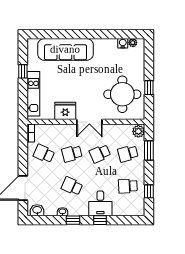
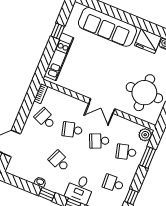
fridge: (65, 111) -> (148, 41), moved, turned 180
washbasin: (37, 210) -> (16, 170), removed

